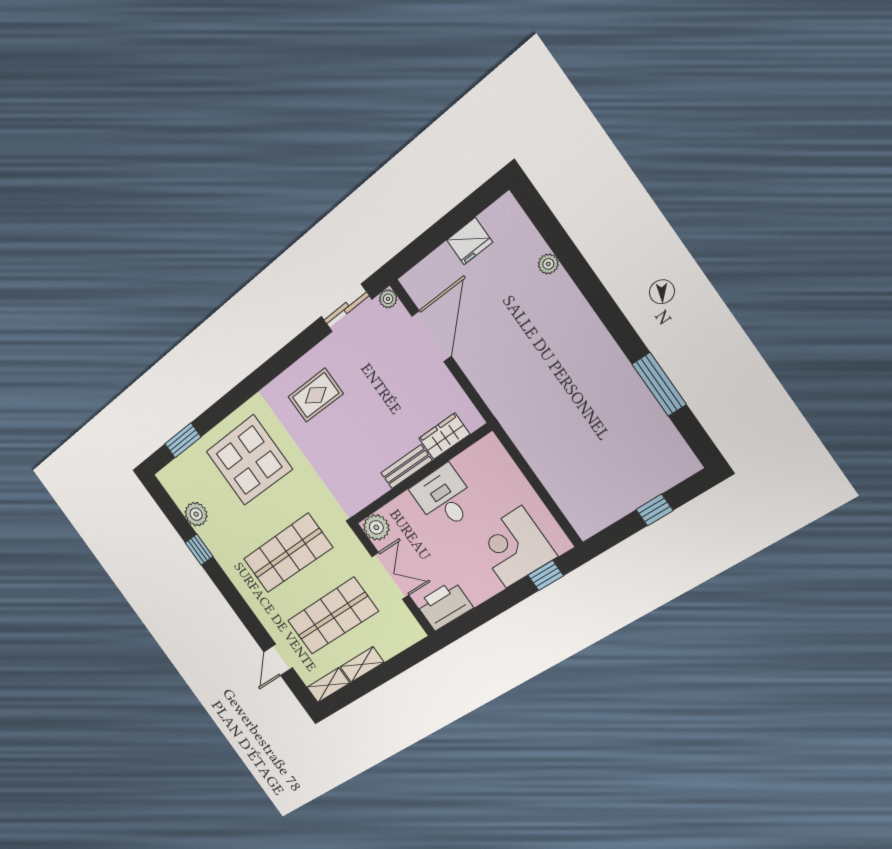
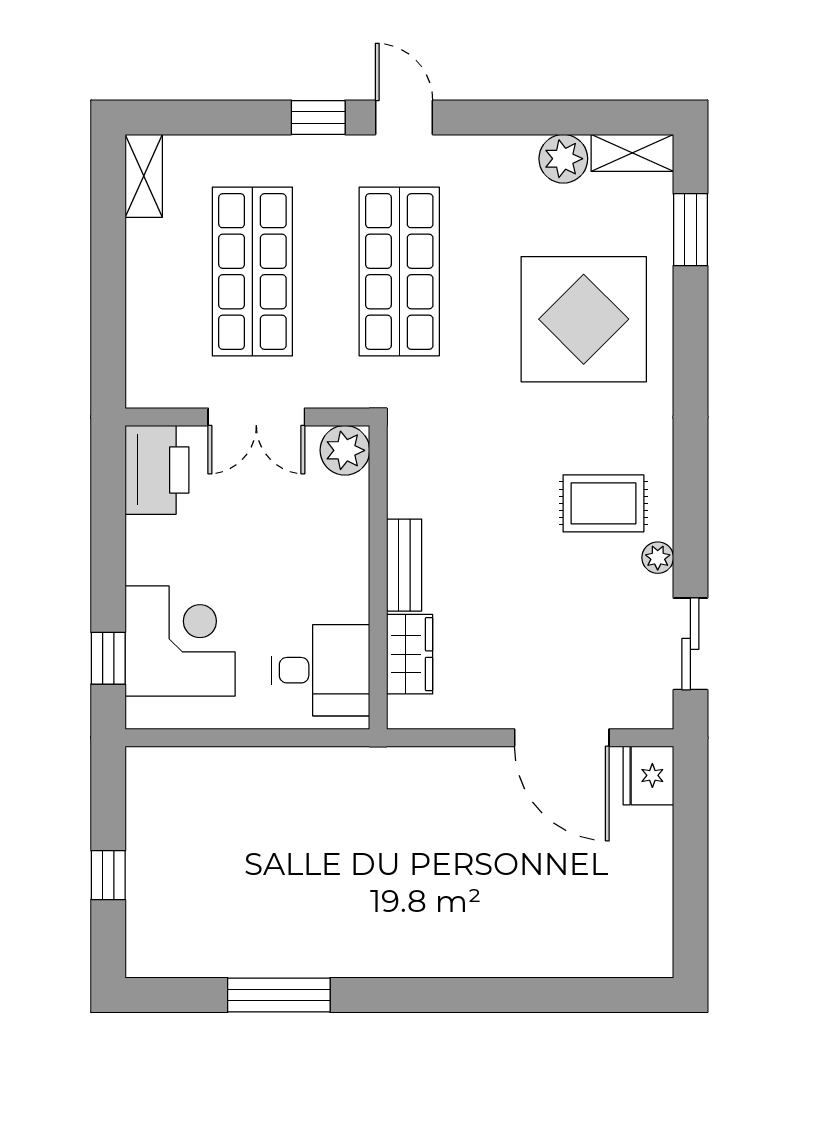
fridge: (470, 241) -> (648, 775), moved
plant: (548, 264) -> (541, 962), removed
plant: (388, 299) -> (658, 558), moved
rug: (316, 395) -> (603, 503), turned 90
desk: (444, 498) -> (321, 670), moved
window: (199, 550) -> (318, 117), moved
door: (278, 660) -> (404, 117), moved
shelving: (362, 665) -> (632, 153), moved, turned 90

